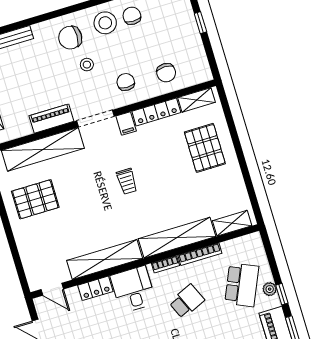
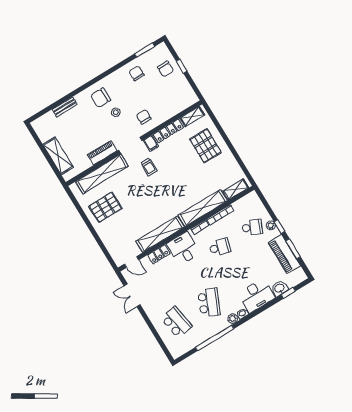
stool: (105, 23) -> (121, 82), removed
chair: (166, 73) -> (166, 69), moved
trolley: (127, 181) -> (149, 167), moved
school desk: (242, 285) -> (252, 227), width x0.54
school desk: (187, 301) -> (220, 247), turned 39

